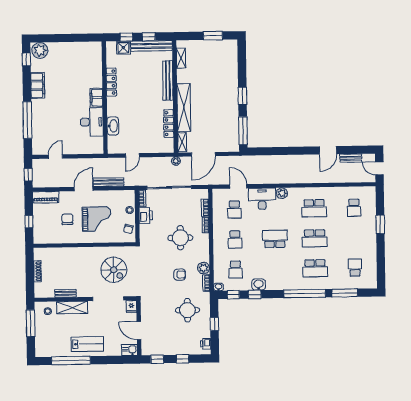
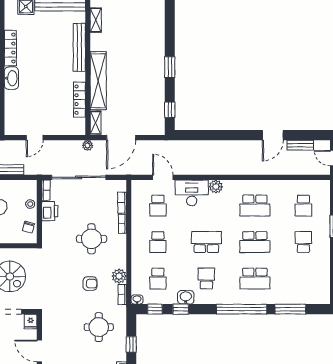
washbasin: (113, 126) -> (11, 78), moved
window: (243, 131) -> (170, 110), width x0.46
school desk: (355, 268) -> (303, 242), moved
school desk: (275, 269) -> (206, 279), added

